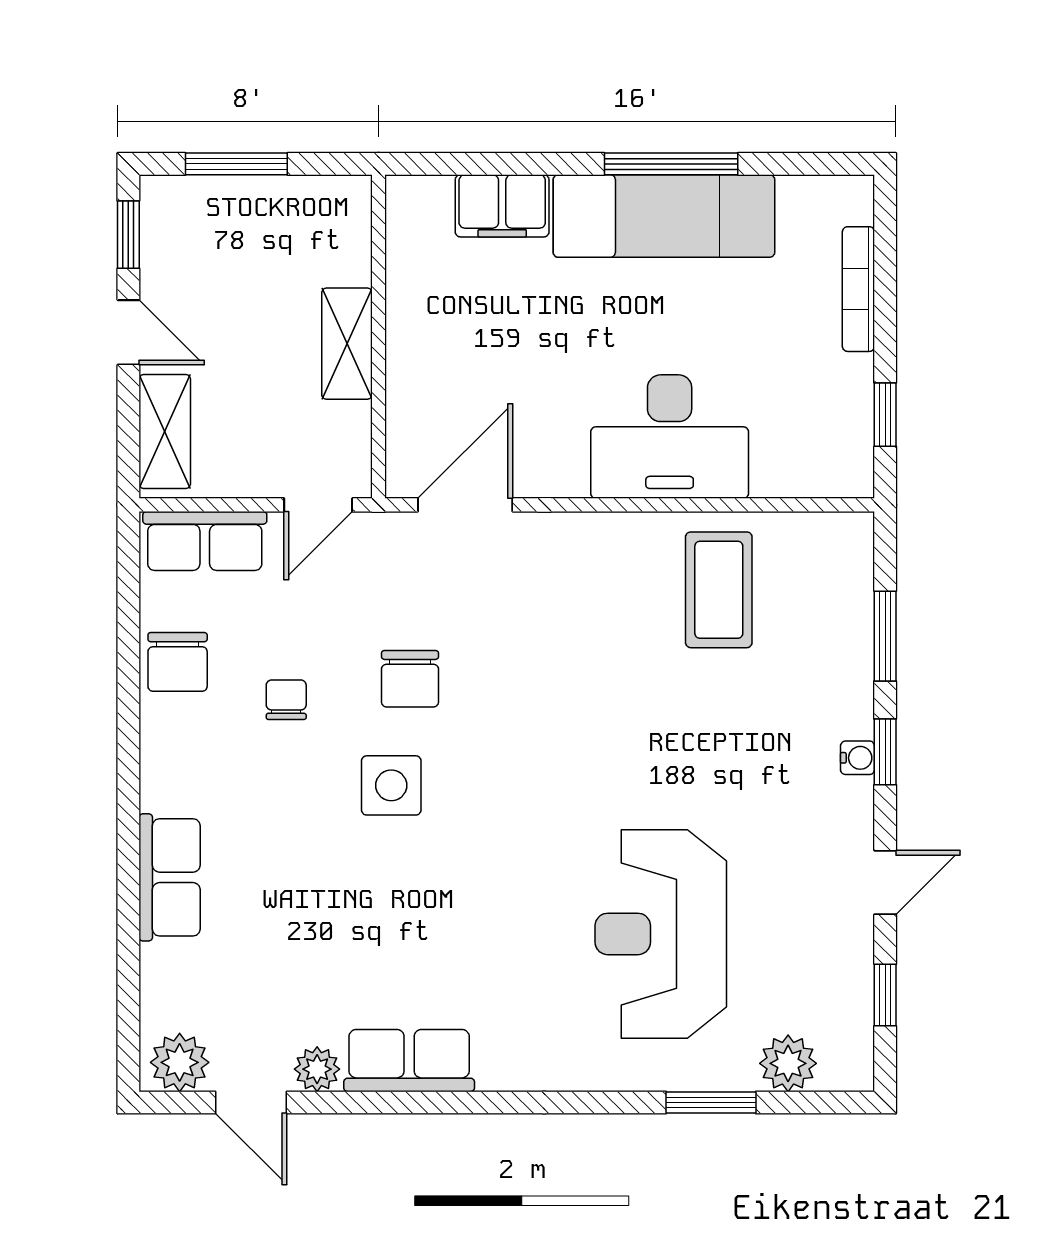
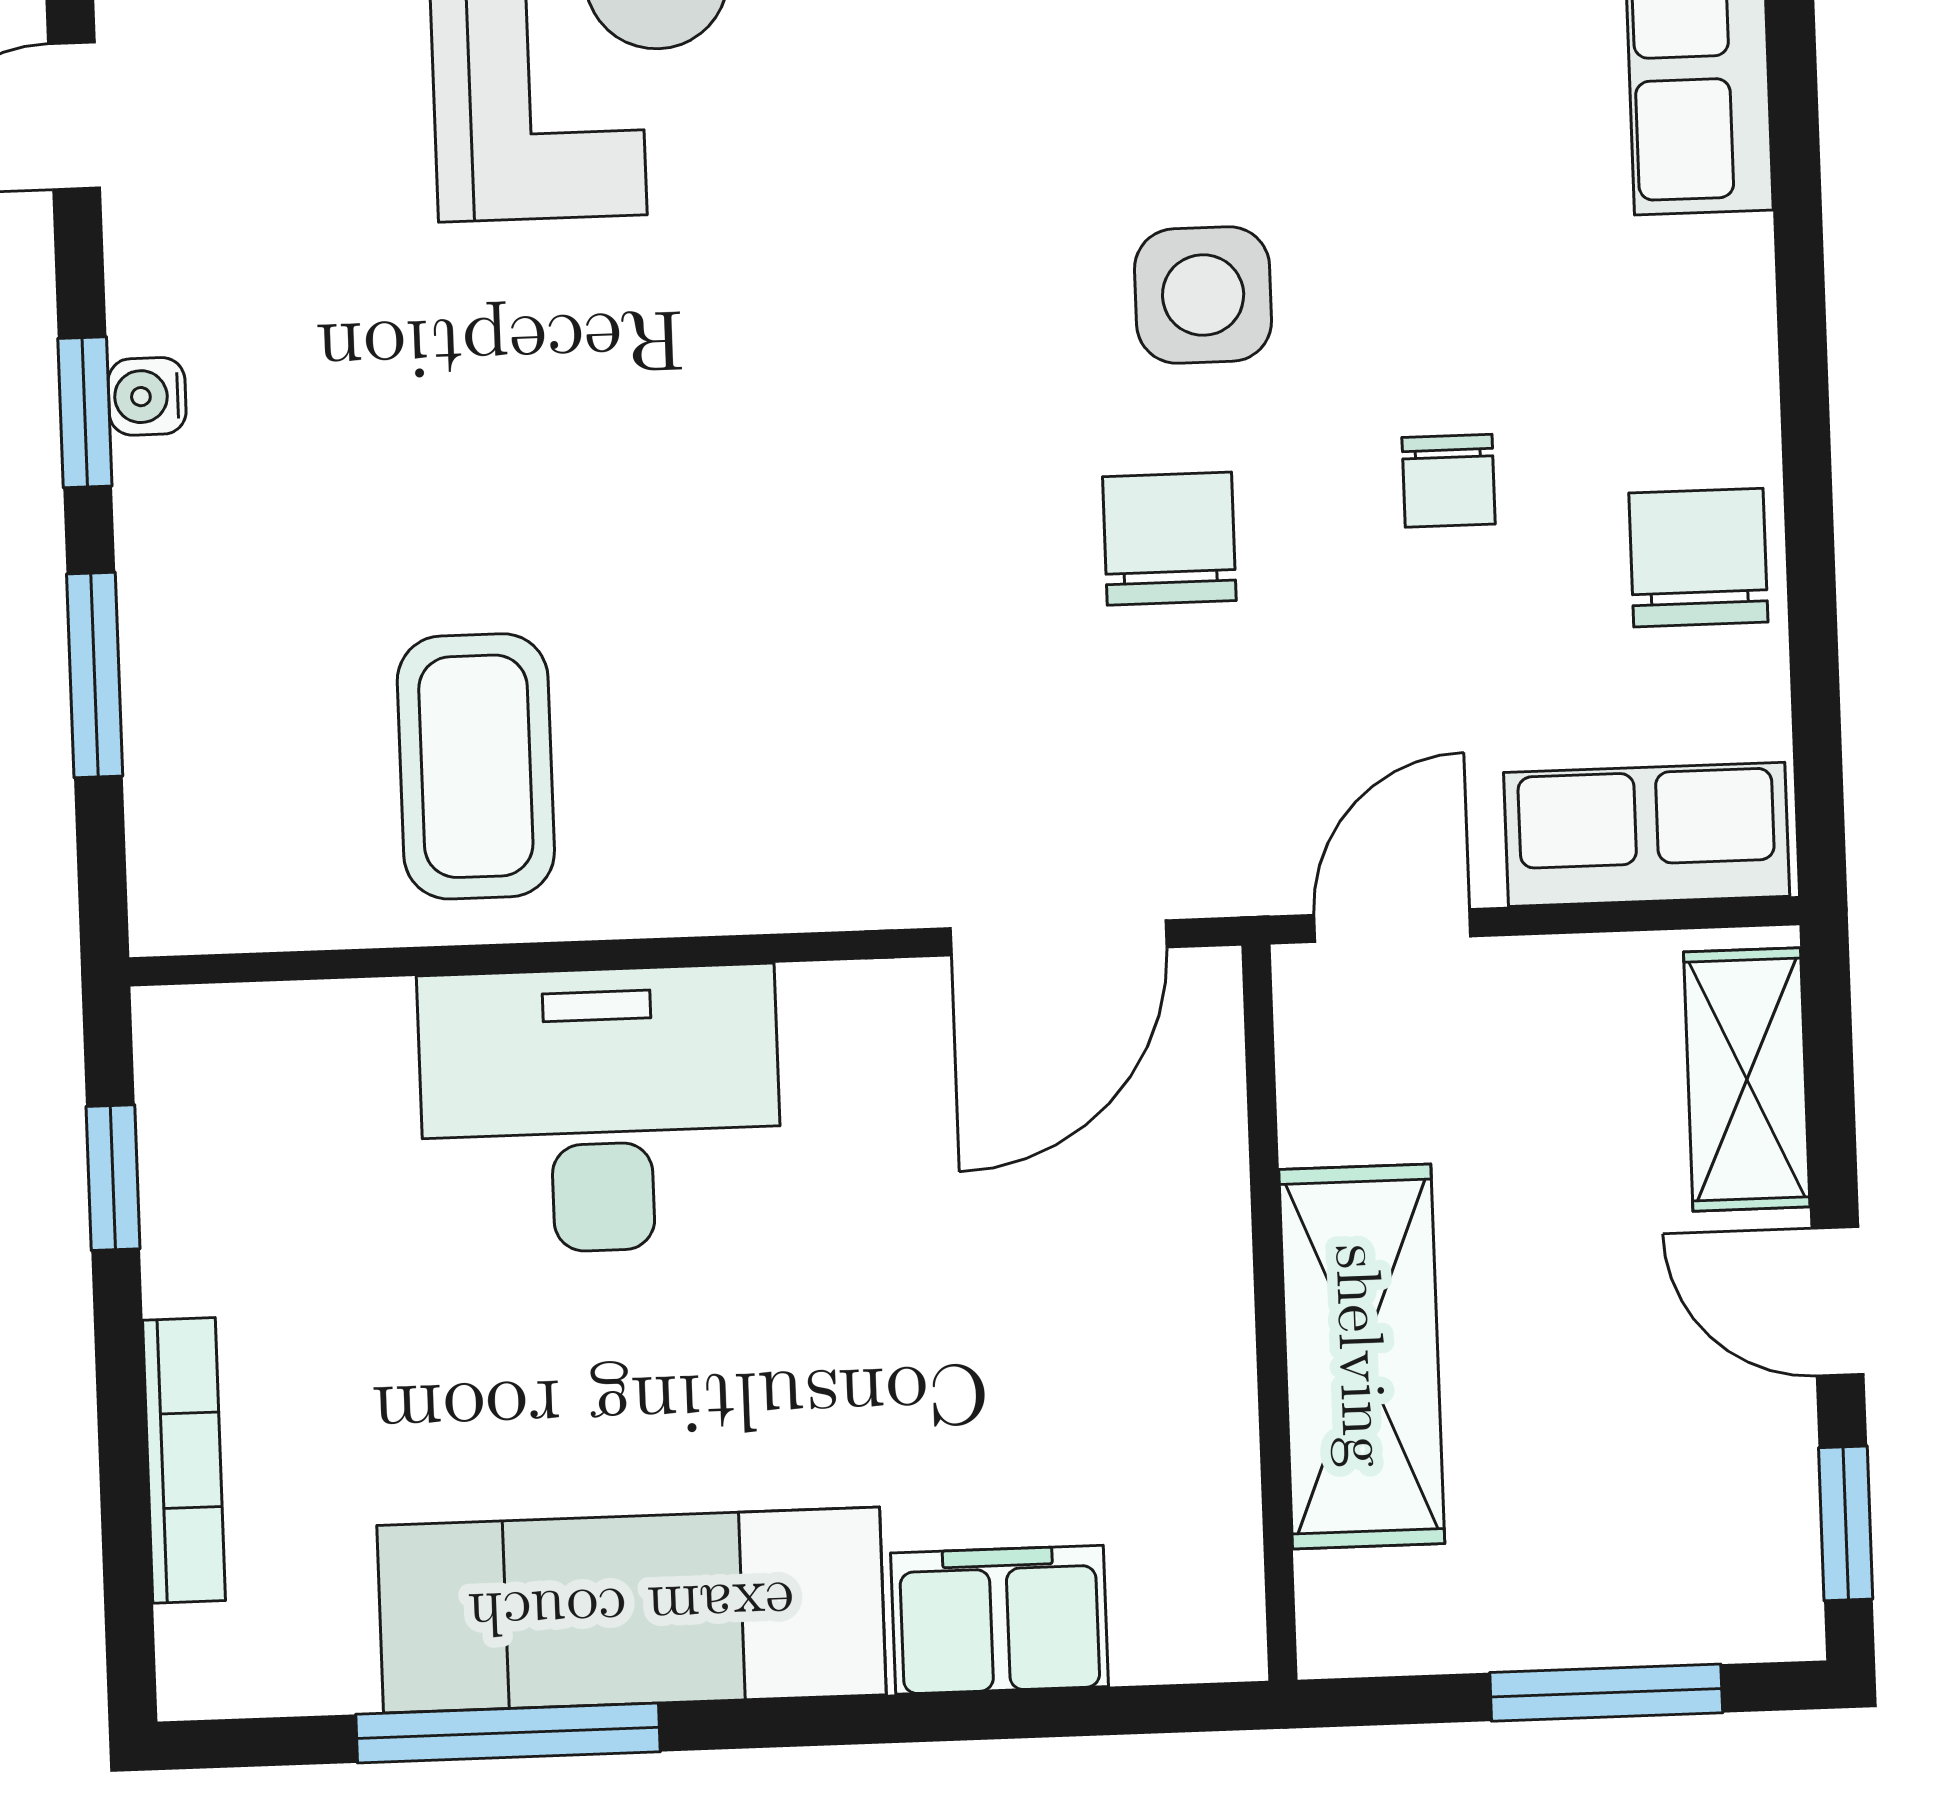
window: (671, 164) -> (508, 1733), moved
shelving: (347, 344) -> (1362, 1356), width x1.50, depth x1.33

